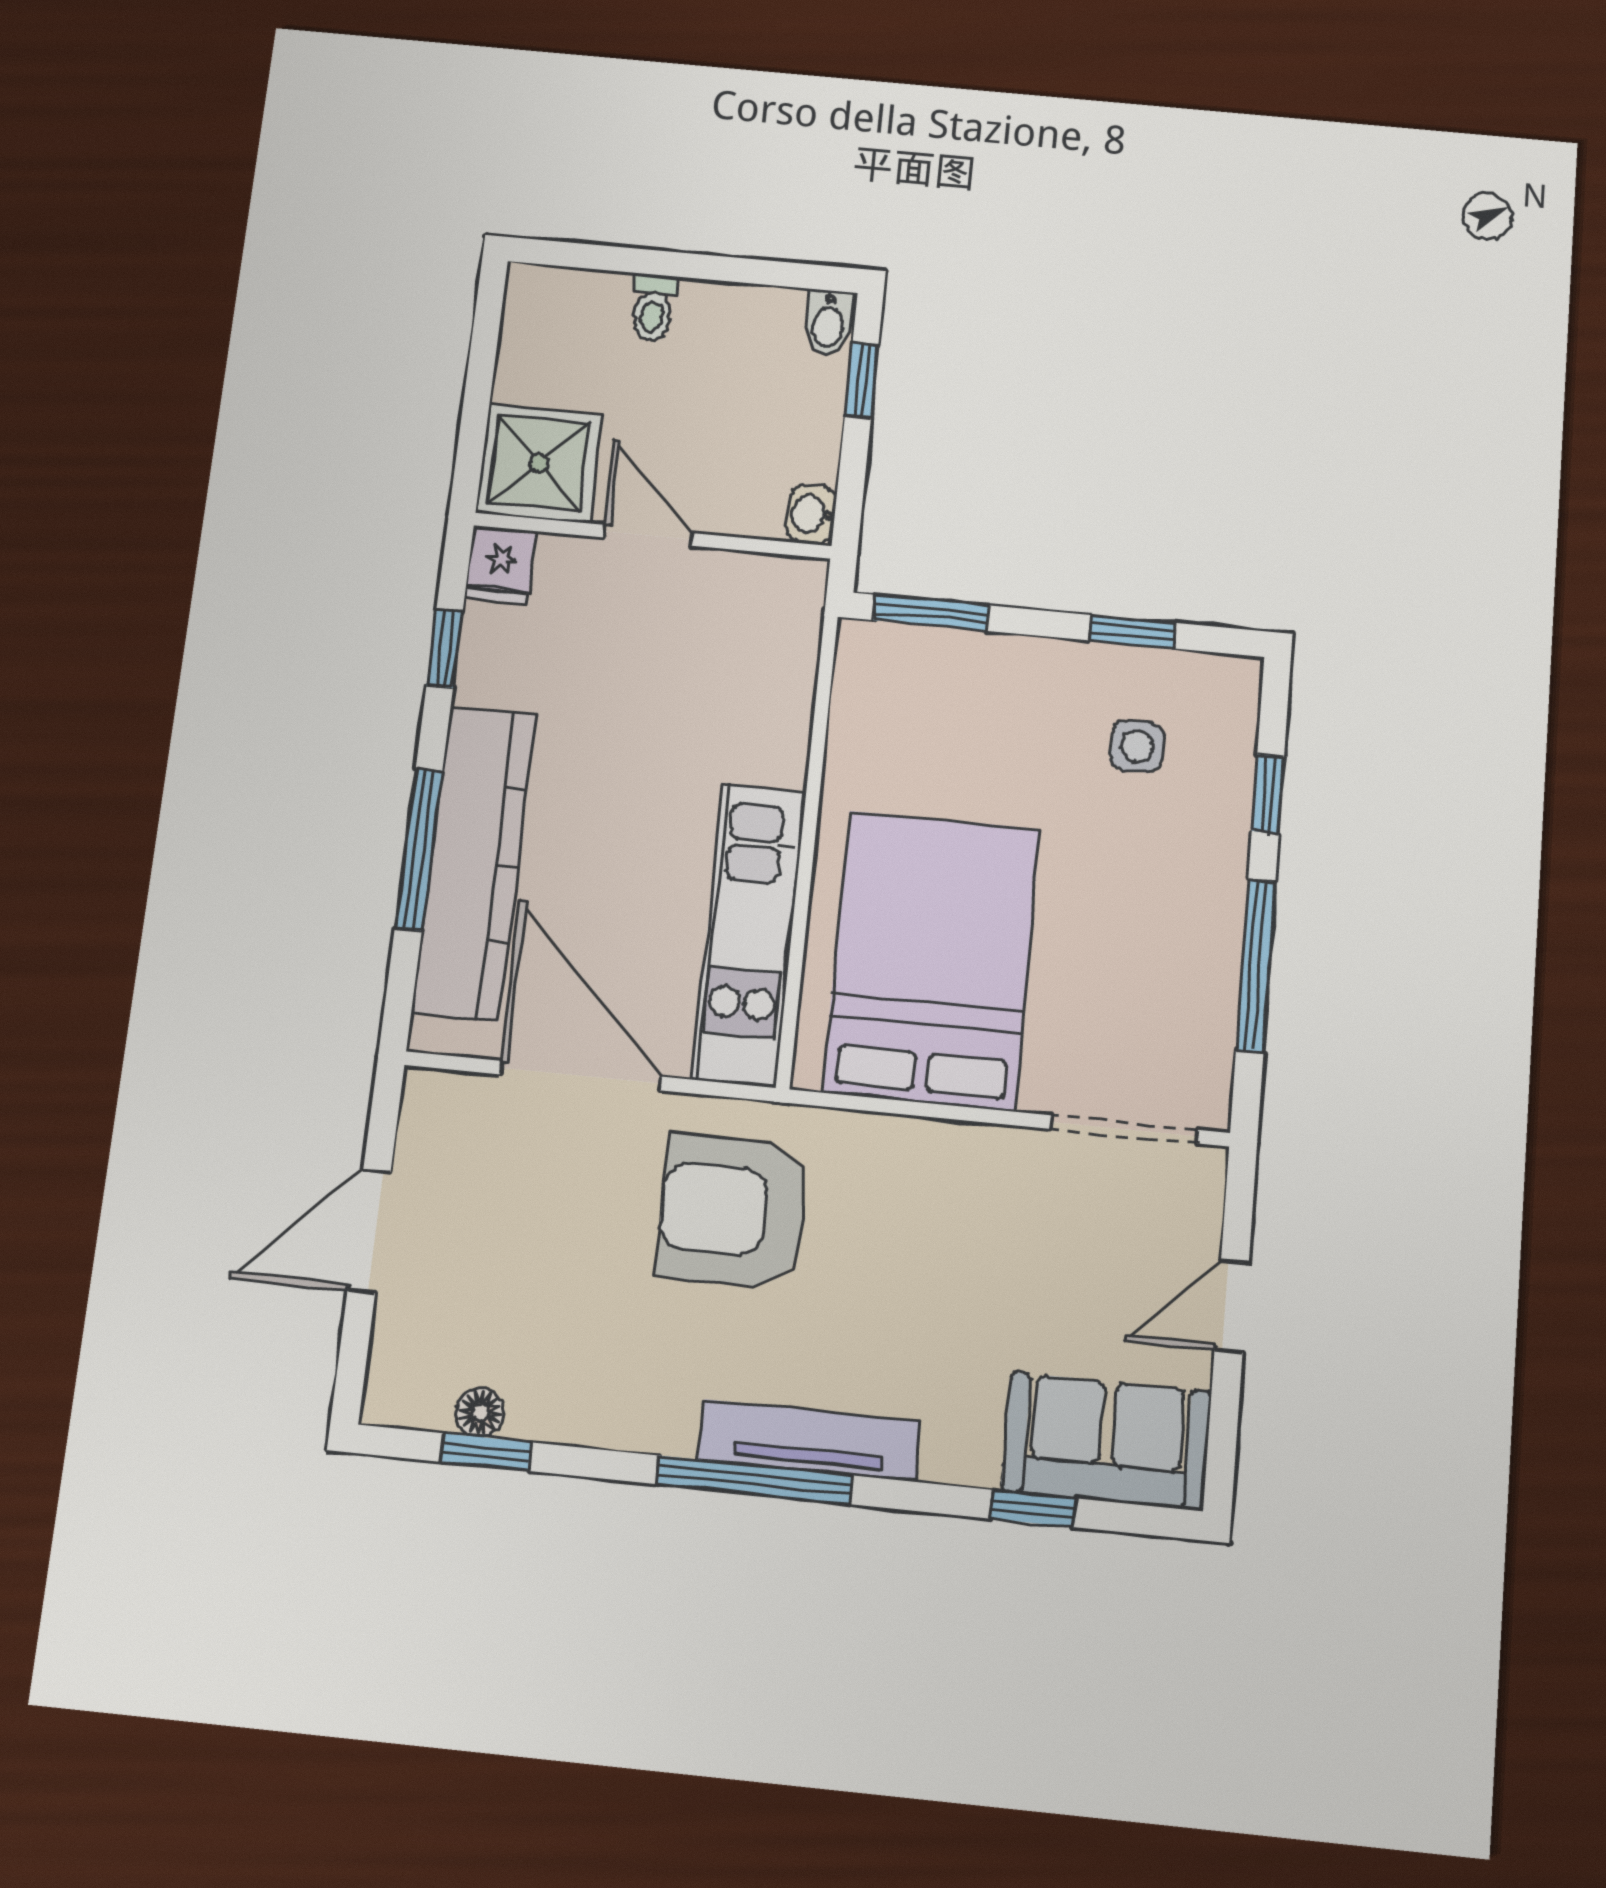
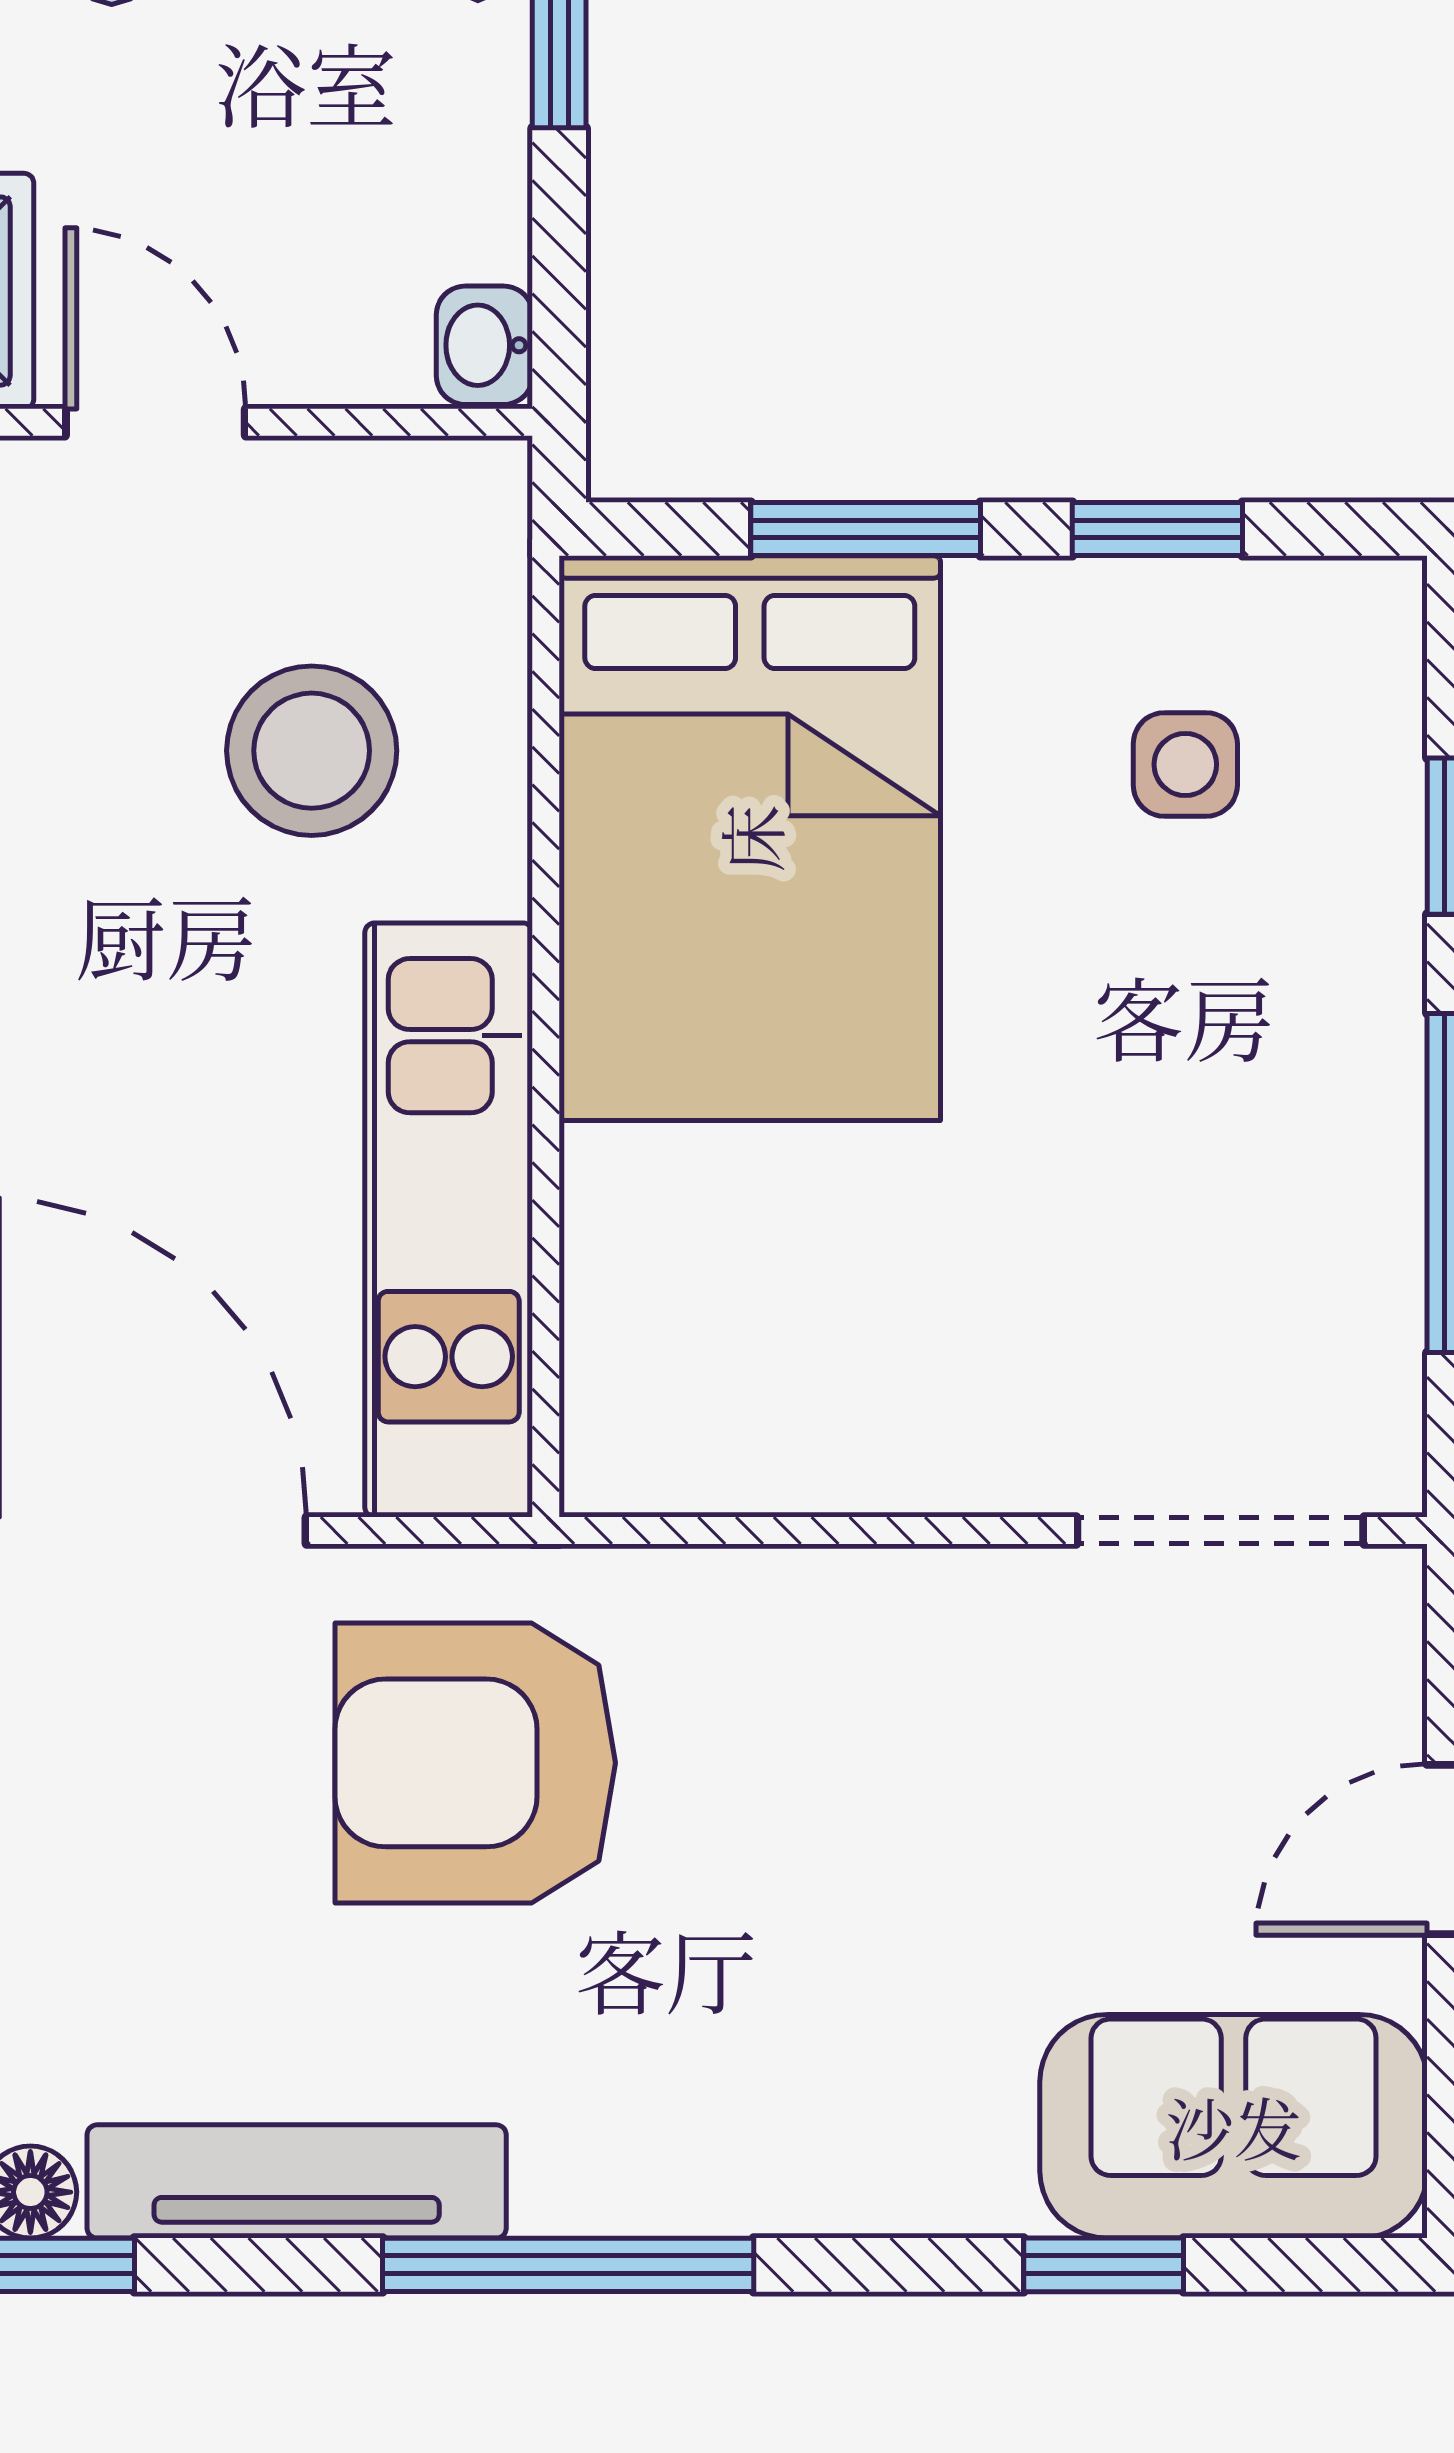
window: (931, 613) -> (866, 529), moved
stool: (706, 699) -> (312, 751), added
bed: (932, 960) -> (750, 838), moved, turned 180
tv unit: (810, 1440) -> (297, 2181), moved

